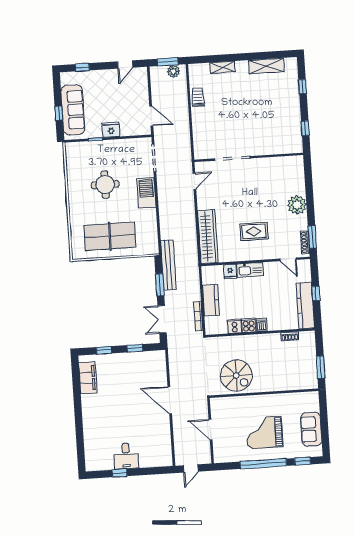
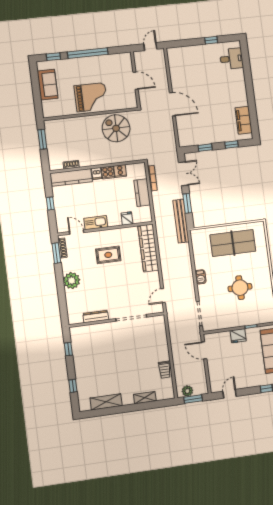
dresser: (272, 163) -> (96, 317), added
barbecue: (146, 193) -> (201, 277), width x0.53, depth x0.65
kitchen sink: (250, 270) -> (96, 223), moved
kitchen counter: (305, 306) -> (71, 177), moved, turned 90
grand piano: (264, 432) -> (91, 97), moved
desk: (126, 456) -> (231, 59), moved, turned 90

